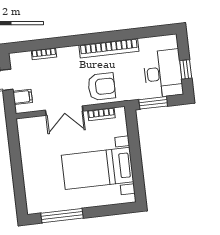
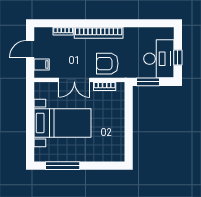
bookcase: (109, 48) -> (99, 33), moved
armchair: (102, 87) -> (107, 64), turned 180
bed with nightstands: (98, 168) -> (63, 123), moved, turned 180

